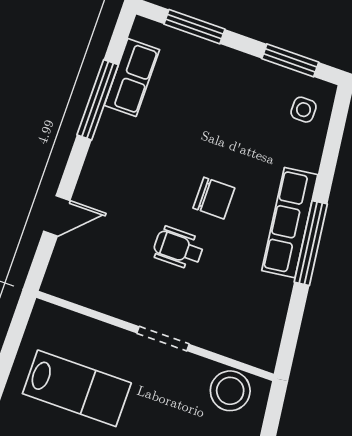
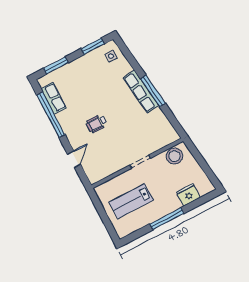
window: (98, 100) -> (51, 115), width x1.46
chair: (214, 198) -> (112, 107), removed
wheelchair: (178, 248) -> (96, 124), moved
lab bench: (77, 388) -> (131, 201), turned 180

